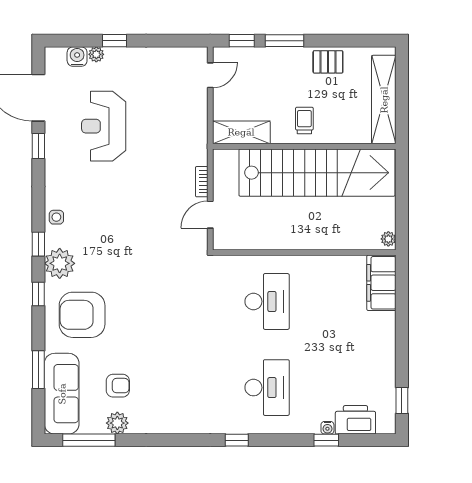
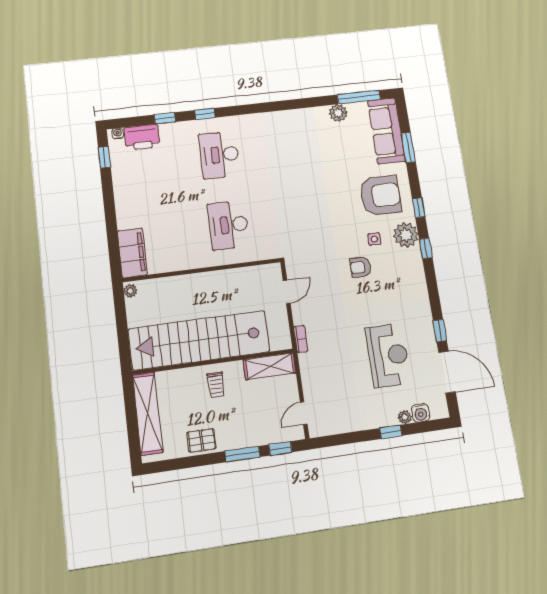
bookcase: (202, 182) -> (301, 339), moved
side table: (56, 217) -> (374, 239), moved
armchair: (118, 386) -> (360, 267), moved
water cooler: (327, 428) -> (118, 134), moved
window: (237, 440) -> (205, 114), moved

